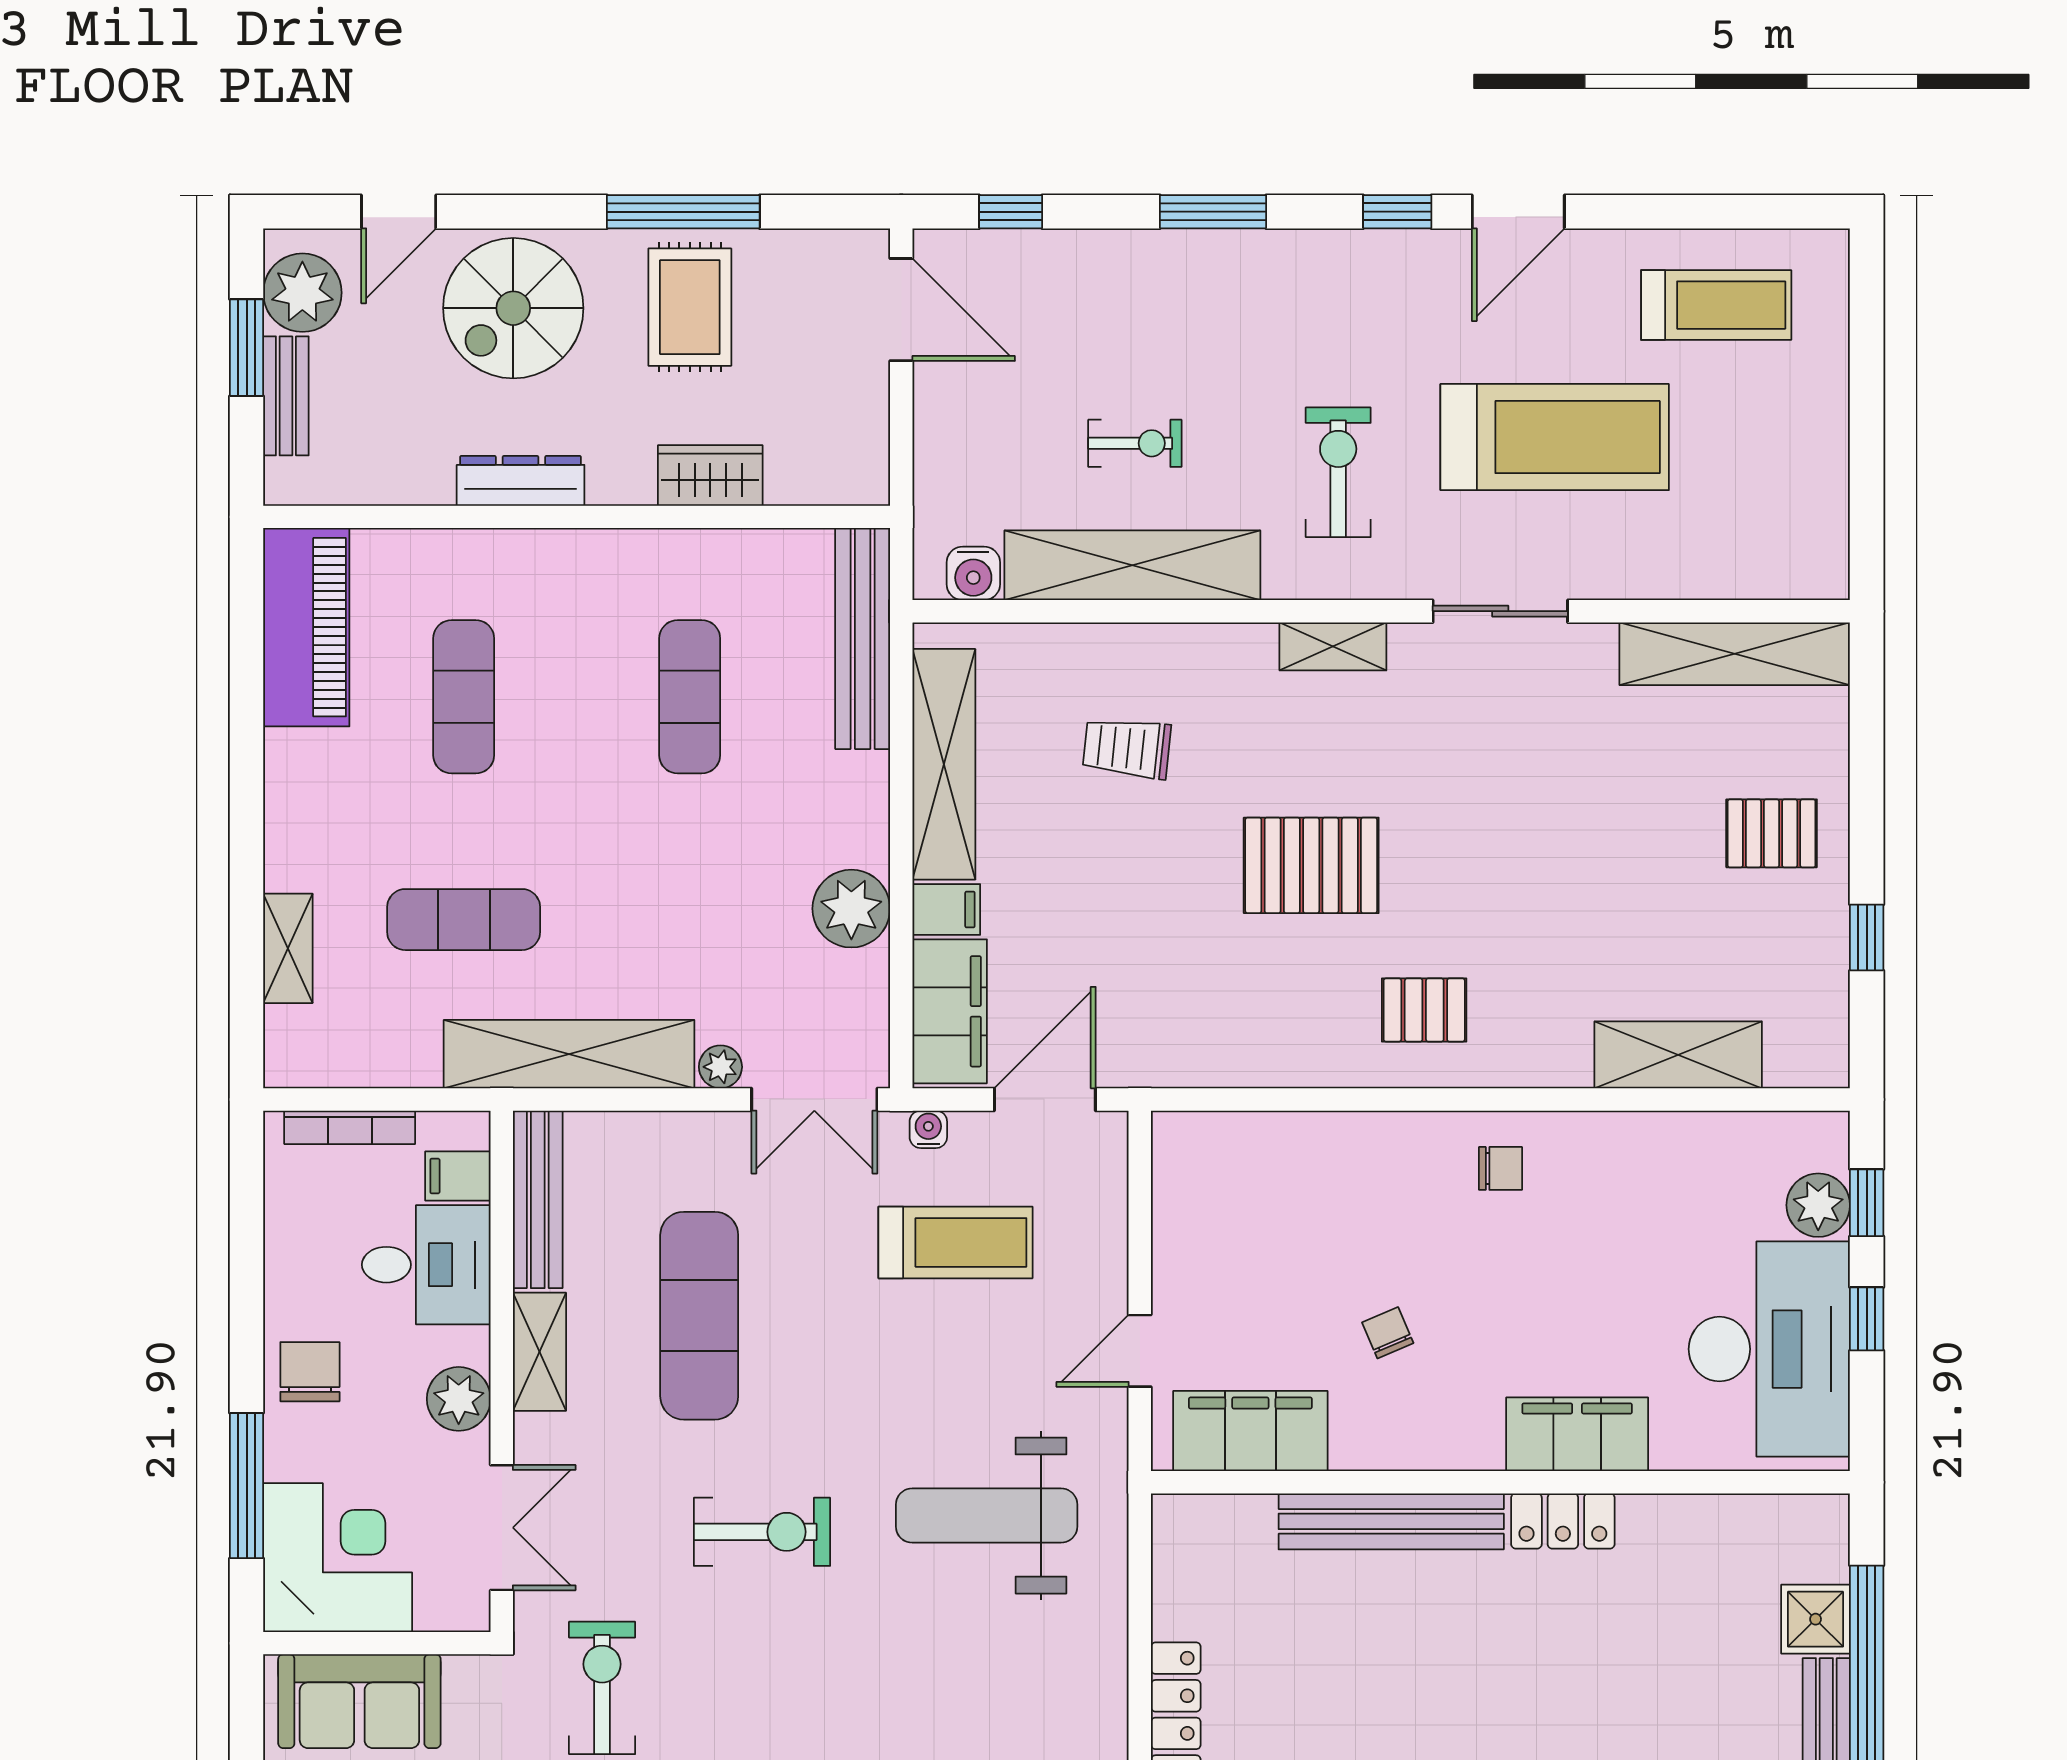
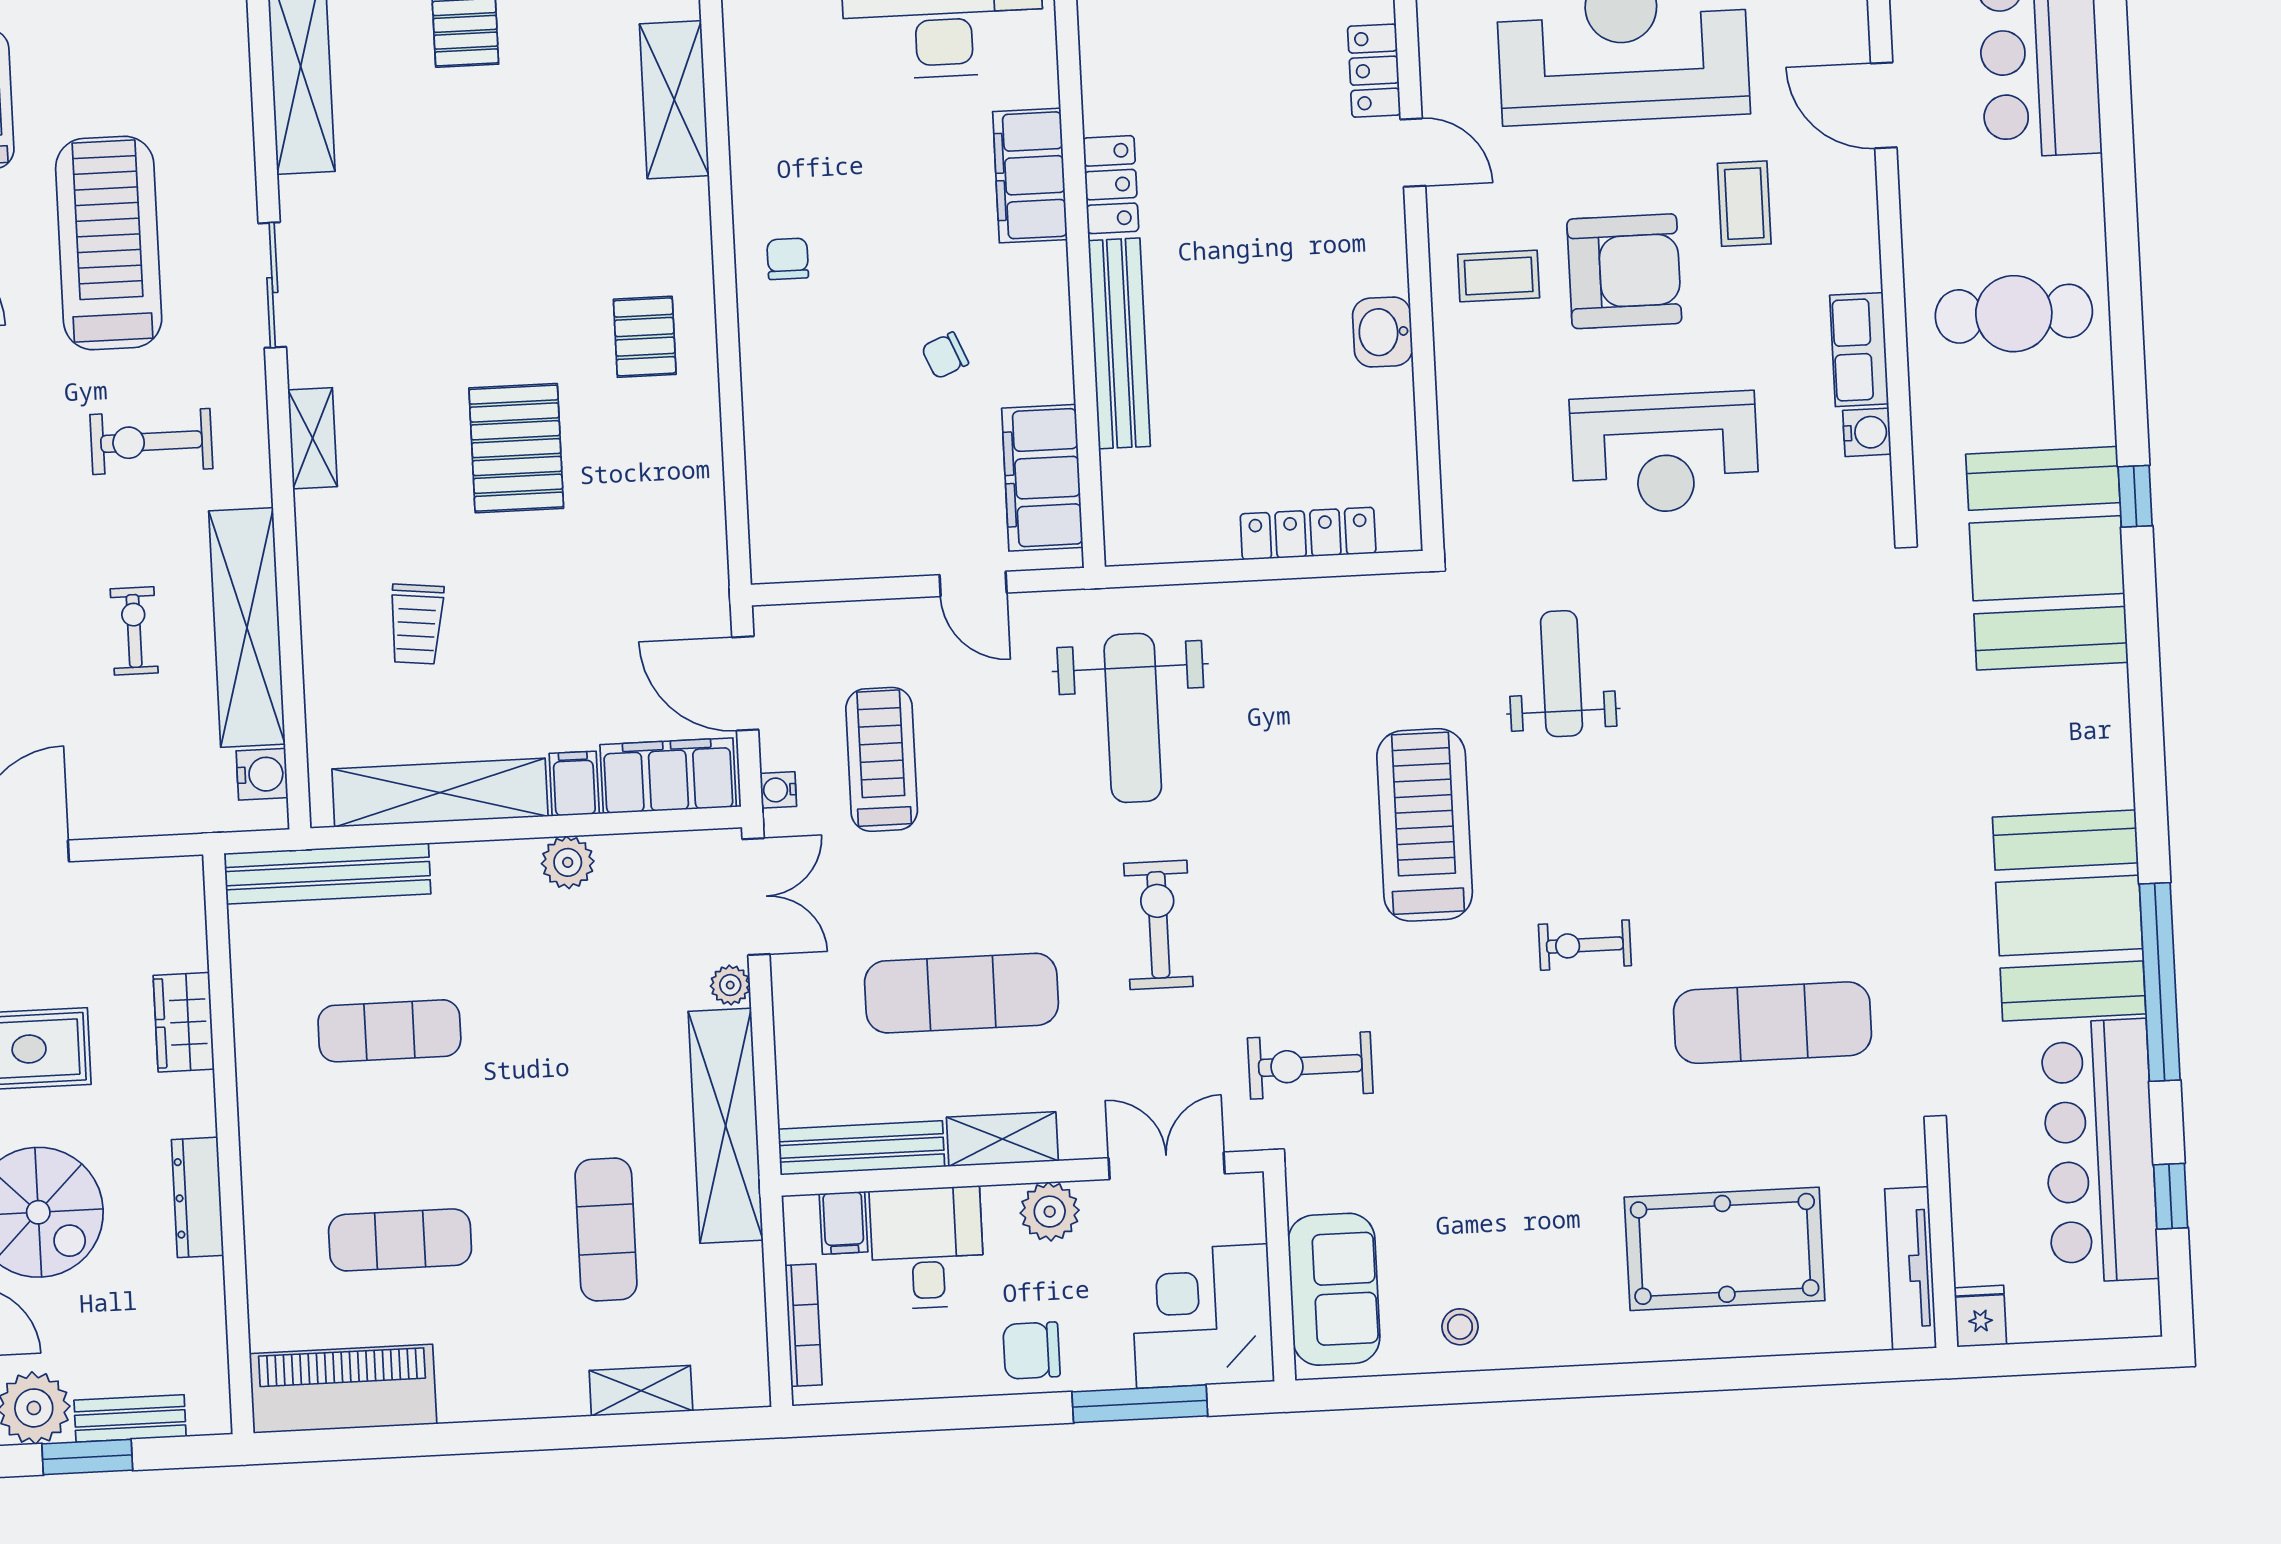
plant: (851, 909) -> (568, 862), width x0.73, depth x0.73

